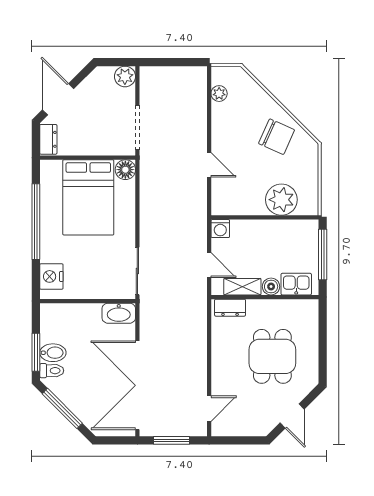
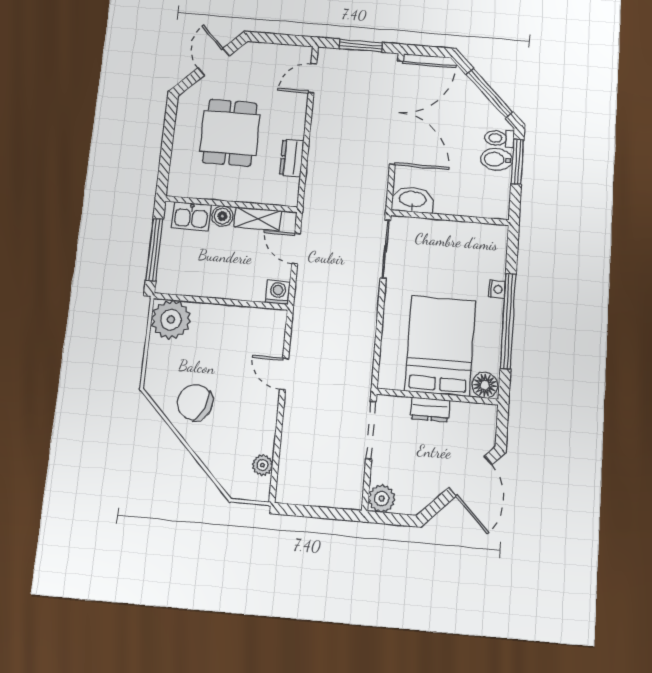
dresser: (48, 139) -> (430, 409), moved, turned -90
floor lamp: (125, 170) -> (485, 385), moved
plant: (281, 200) -> (171, 320), moved
nightstand: (51, 276) -> (497, 289), moved, width x0.53, depth x0.56
dresser: (230, 308) -> (292, 158), moved, turned -90

